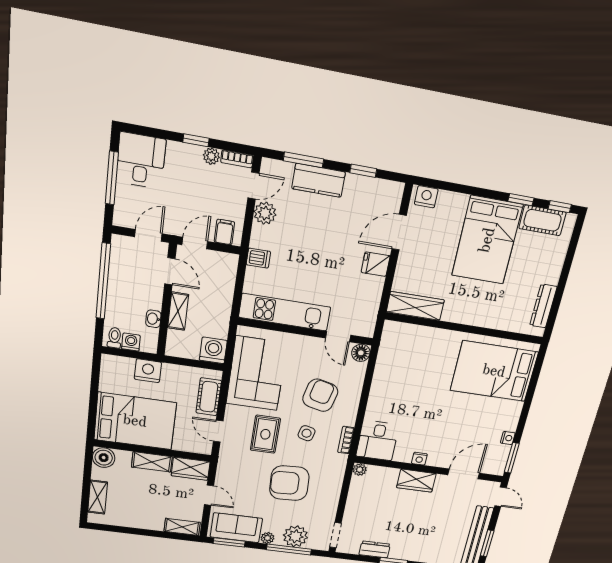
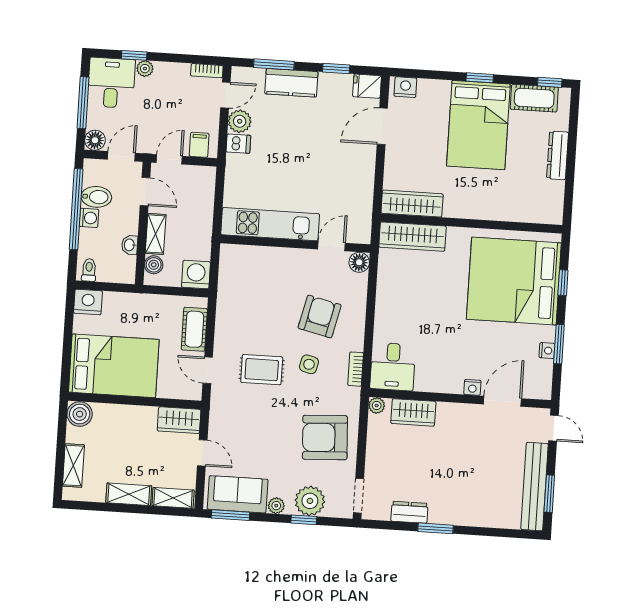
window: (196, 140) -> (134, 55), moved
plant: (211, 156) -> (145, 69), moved
window: (521, 200) -> (480, 78), moved
floor lamp: (123, 217) -> (95, 140), added
dishwasher: (258, 258) -> (238, 144), moved
fridge: (376, 264) -> (367, 86), moved
bidet: (123, 272) -> (96, 197), added
dresser: (543, 306) -> (558, 155), moved
wardrobe: (411, 335) -> (413, 237), added
door: (338, 337) -> (332, 246), swing flipped
boiler: (175, 338) -> (154, 265), added
washing machine: (131, 342) -> (89, 218), moved, turned 90
nightstand: (148, 371) -> (88, 302), moved
bed: (494, 371) -> (514, 281), width x1.36
corner sofa: (257, 373) -> (246, 297), removed
window: (533, 385) -> (563, 283), added
rug: (265, 434) -> (262, 370), turned 90
window: (512, 458) -> (559, 344), moved
nightstand: (419, 459) -> (472, 387), moved
shelving: (152, 462) -> (129, 494), moved
wardrobe: (416, 481) -> (413, 412), moved
armchair: (289, 483) -> (325, 437), moved
window: (289, 549) -> (304, 520), width x0.46

